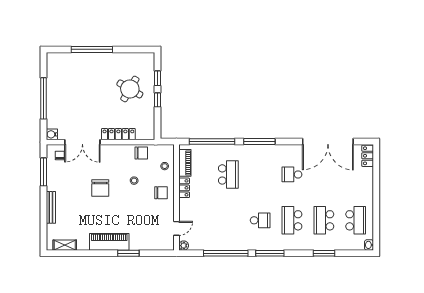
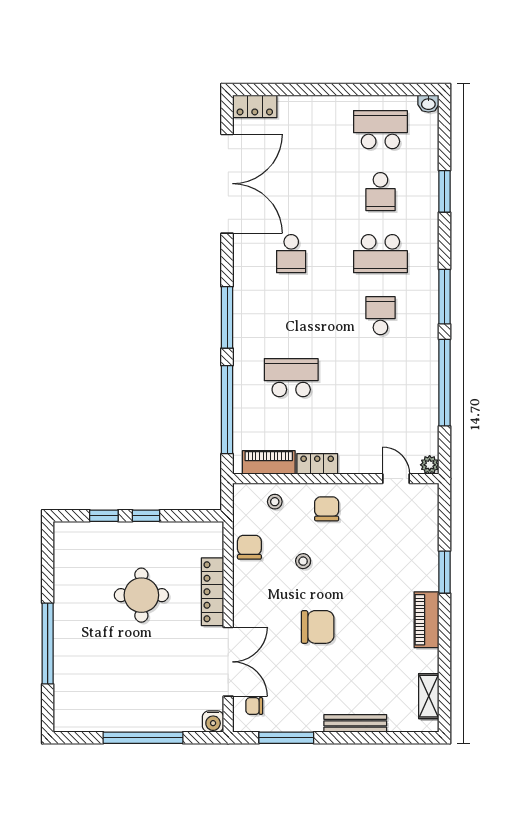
round table: (130, 89) -> (141, 595), moved, turned -30
school desk: (324, 220) -> (380, 192), width x0.54
piano: (109, 242) -> (427, 620), width x0.73, depth x0.75

